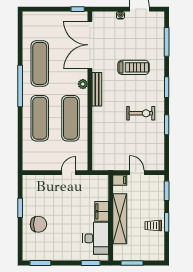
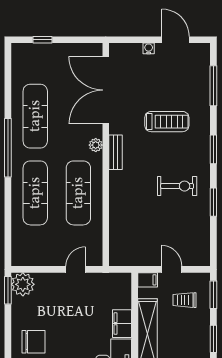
window: (78, 9) -> (42, 40), moved
bench: (97, 89) -> (116, 152), width x0.73
plant: (31, 183) -> (23, 284), added
window: (20, 208) -> (8, 290), moved
trolley: (153, 226) -> (185, 300), moved

